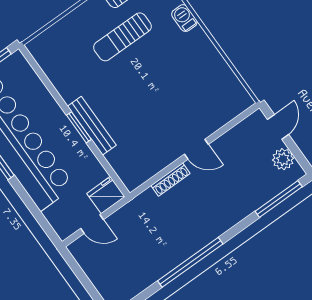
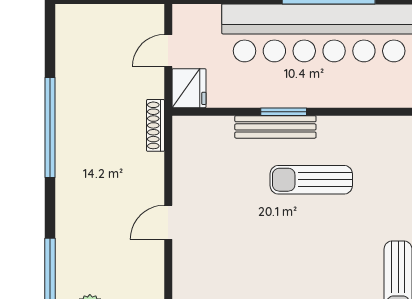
sun lounger: (122, 37) -> (311, 180), moved, turned -90
shoe rack: (171, 180) -> (155, 125), moved

